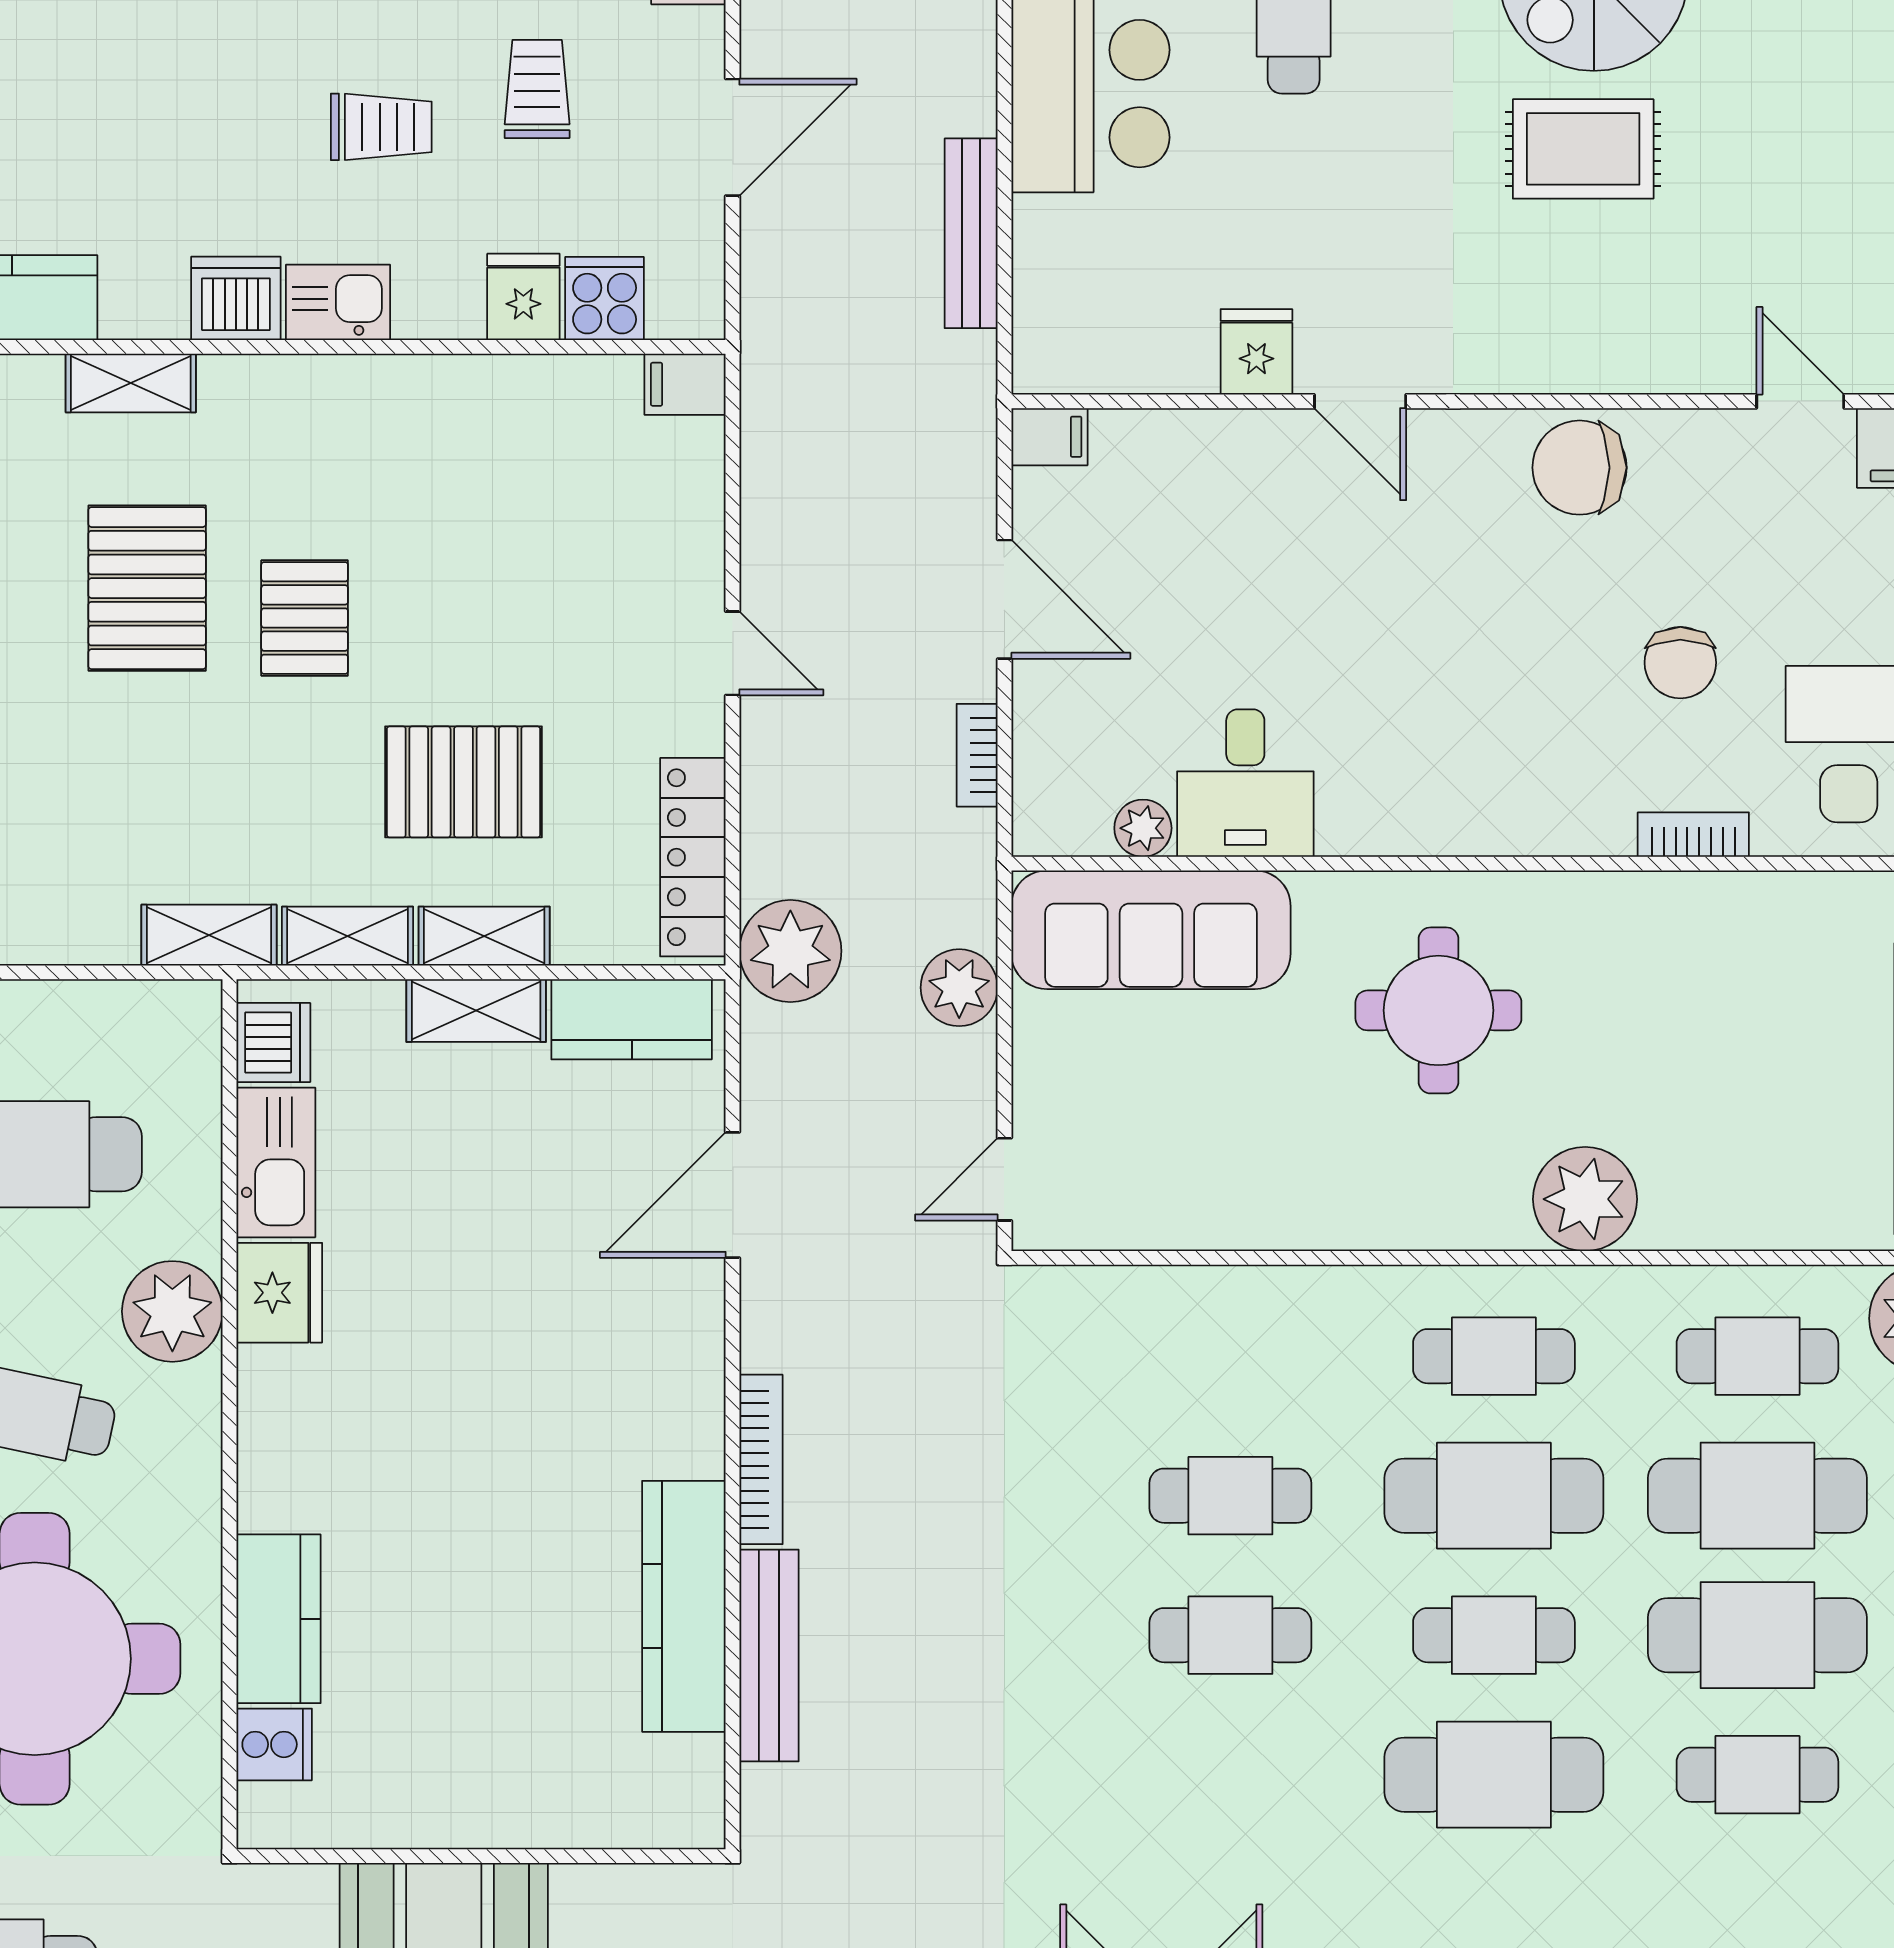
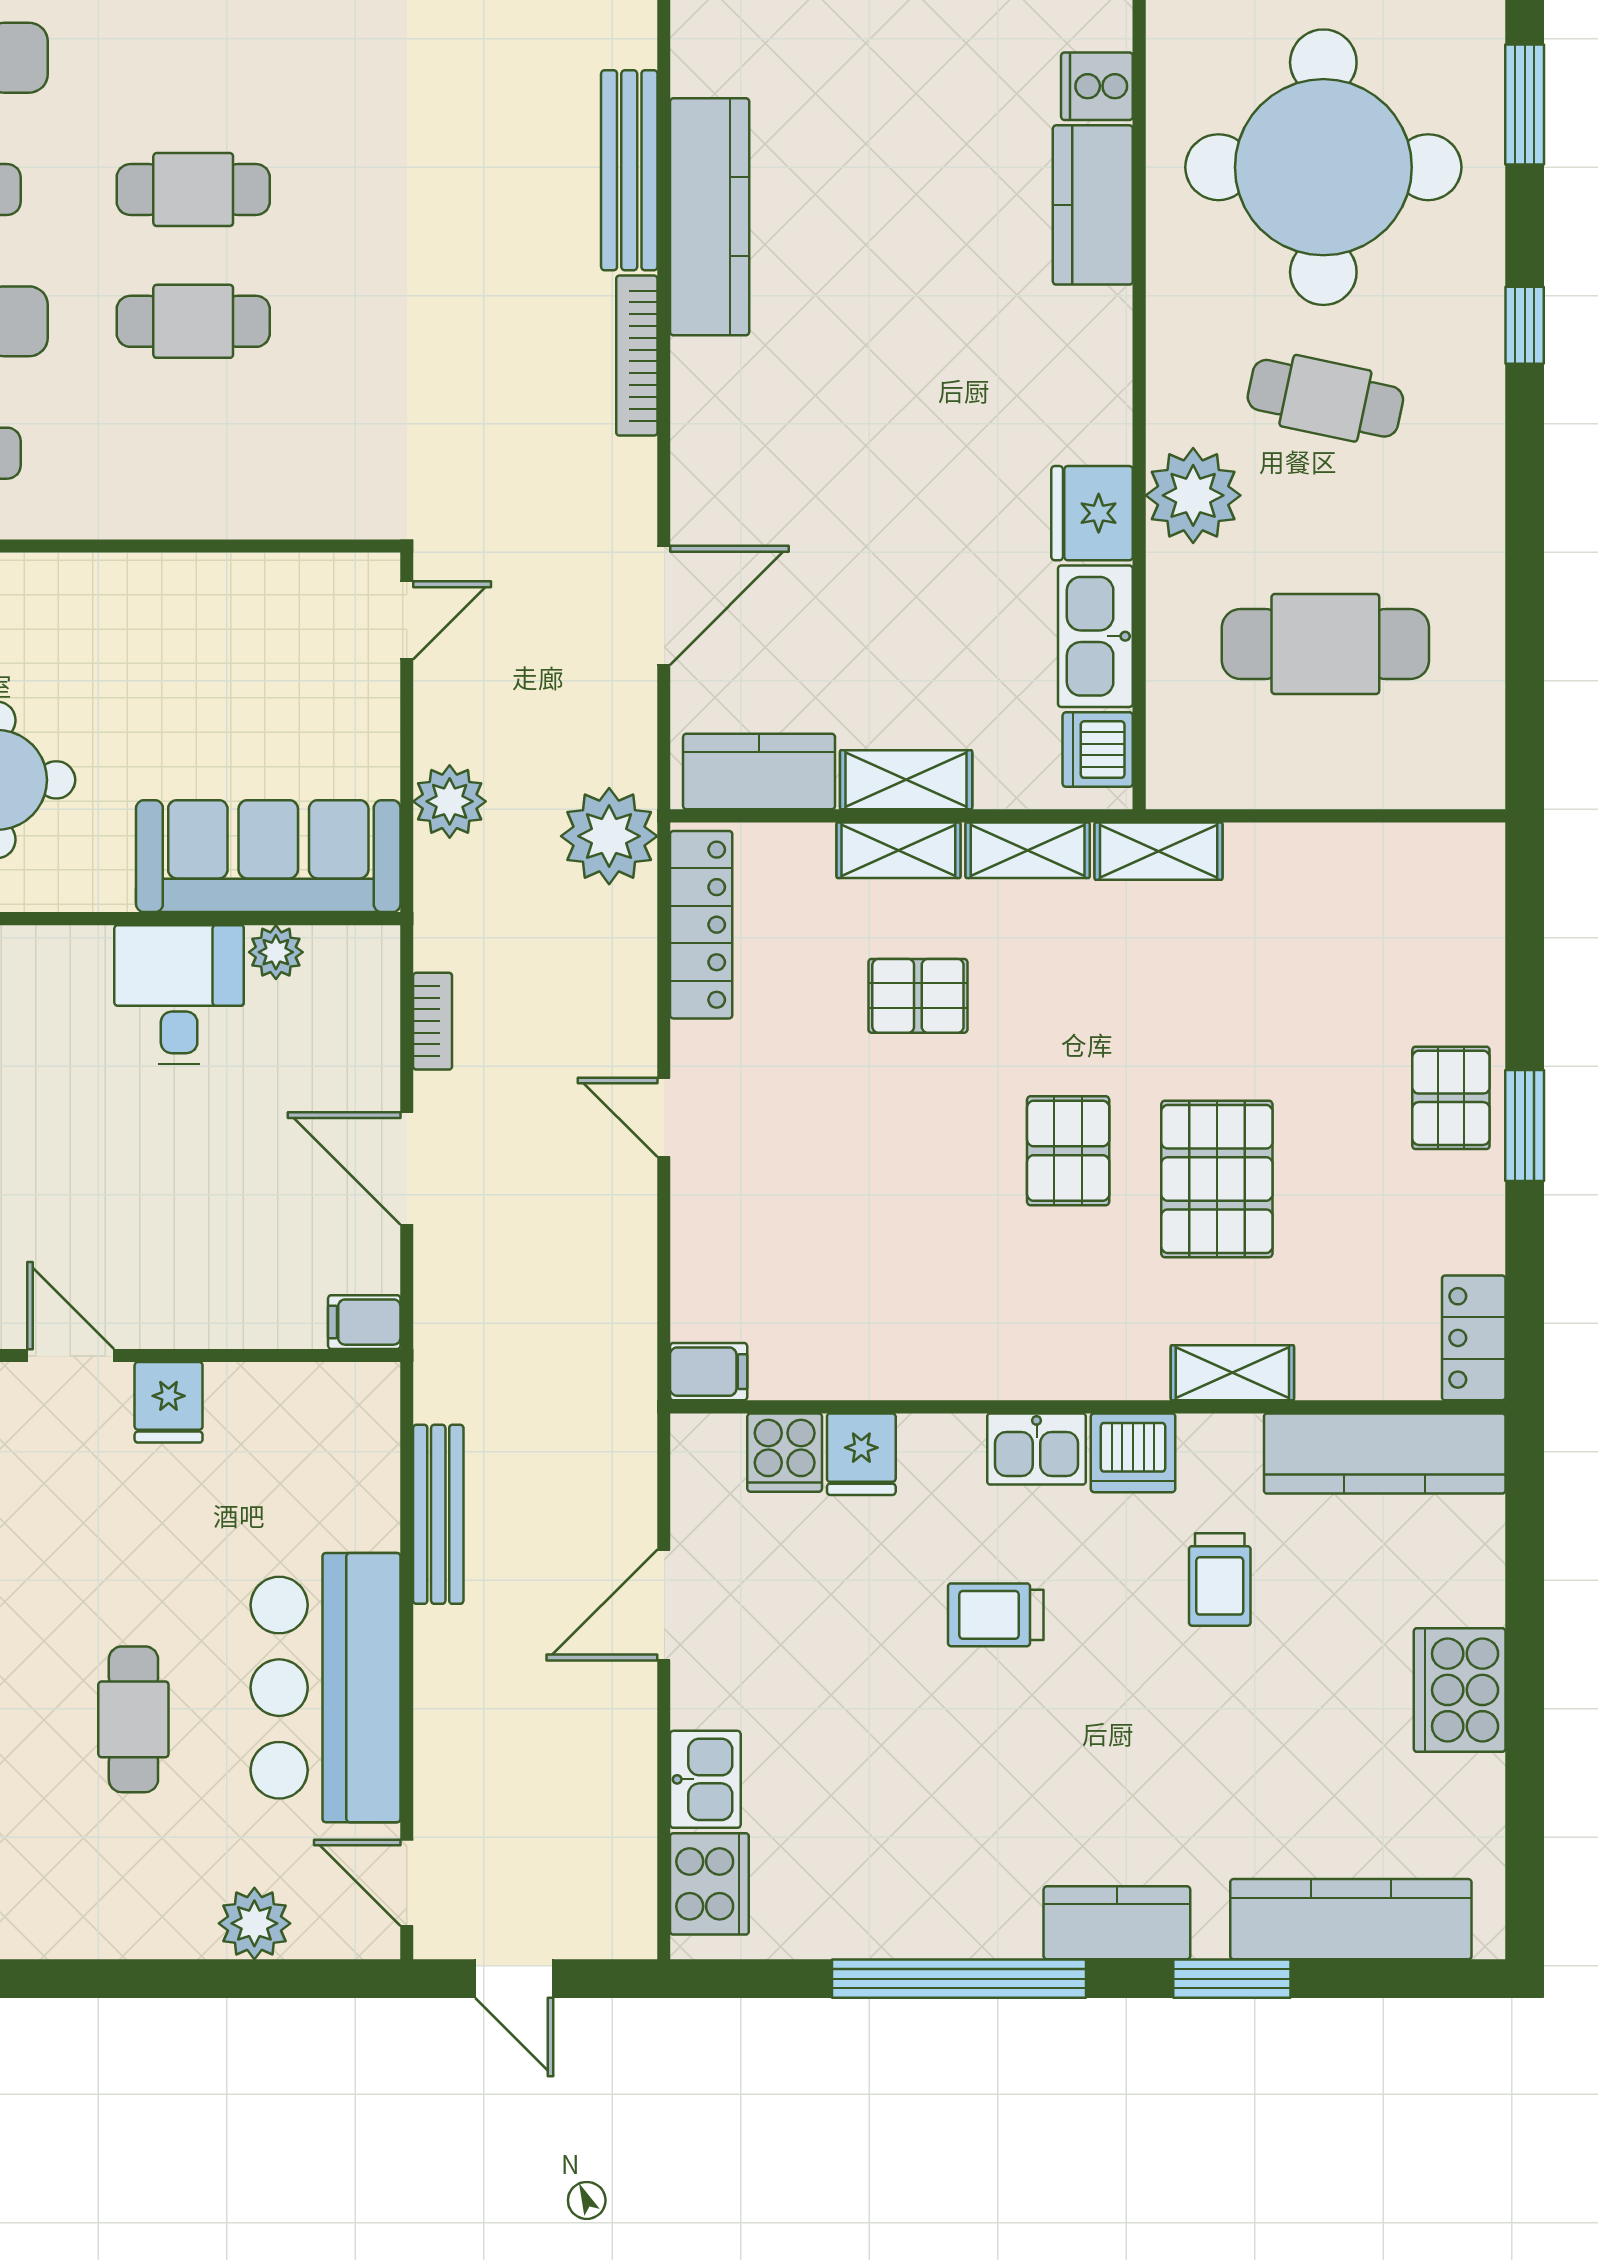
trolley: (537, 89) -> (1220, 1579), moved
pallet: (464, 782) -> (918, 996), width x0.67, depth x0.71

